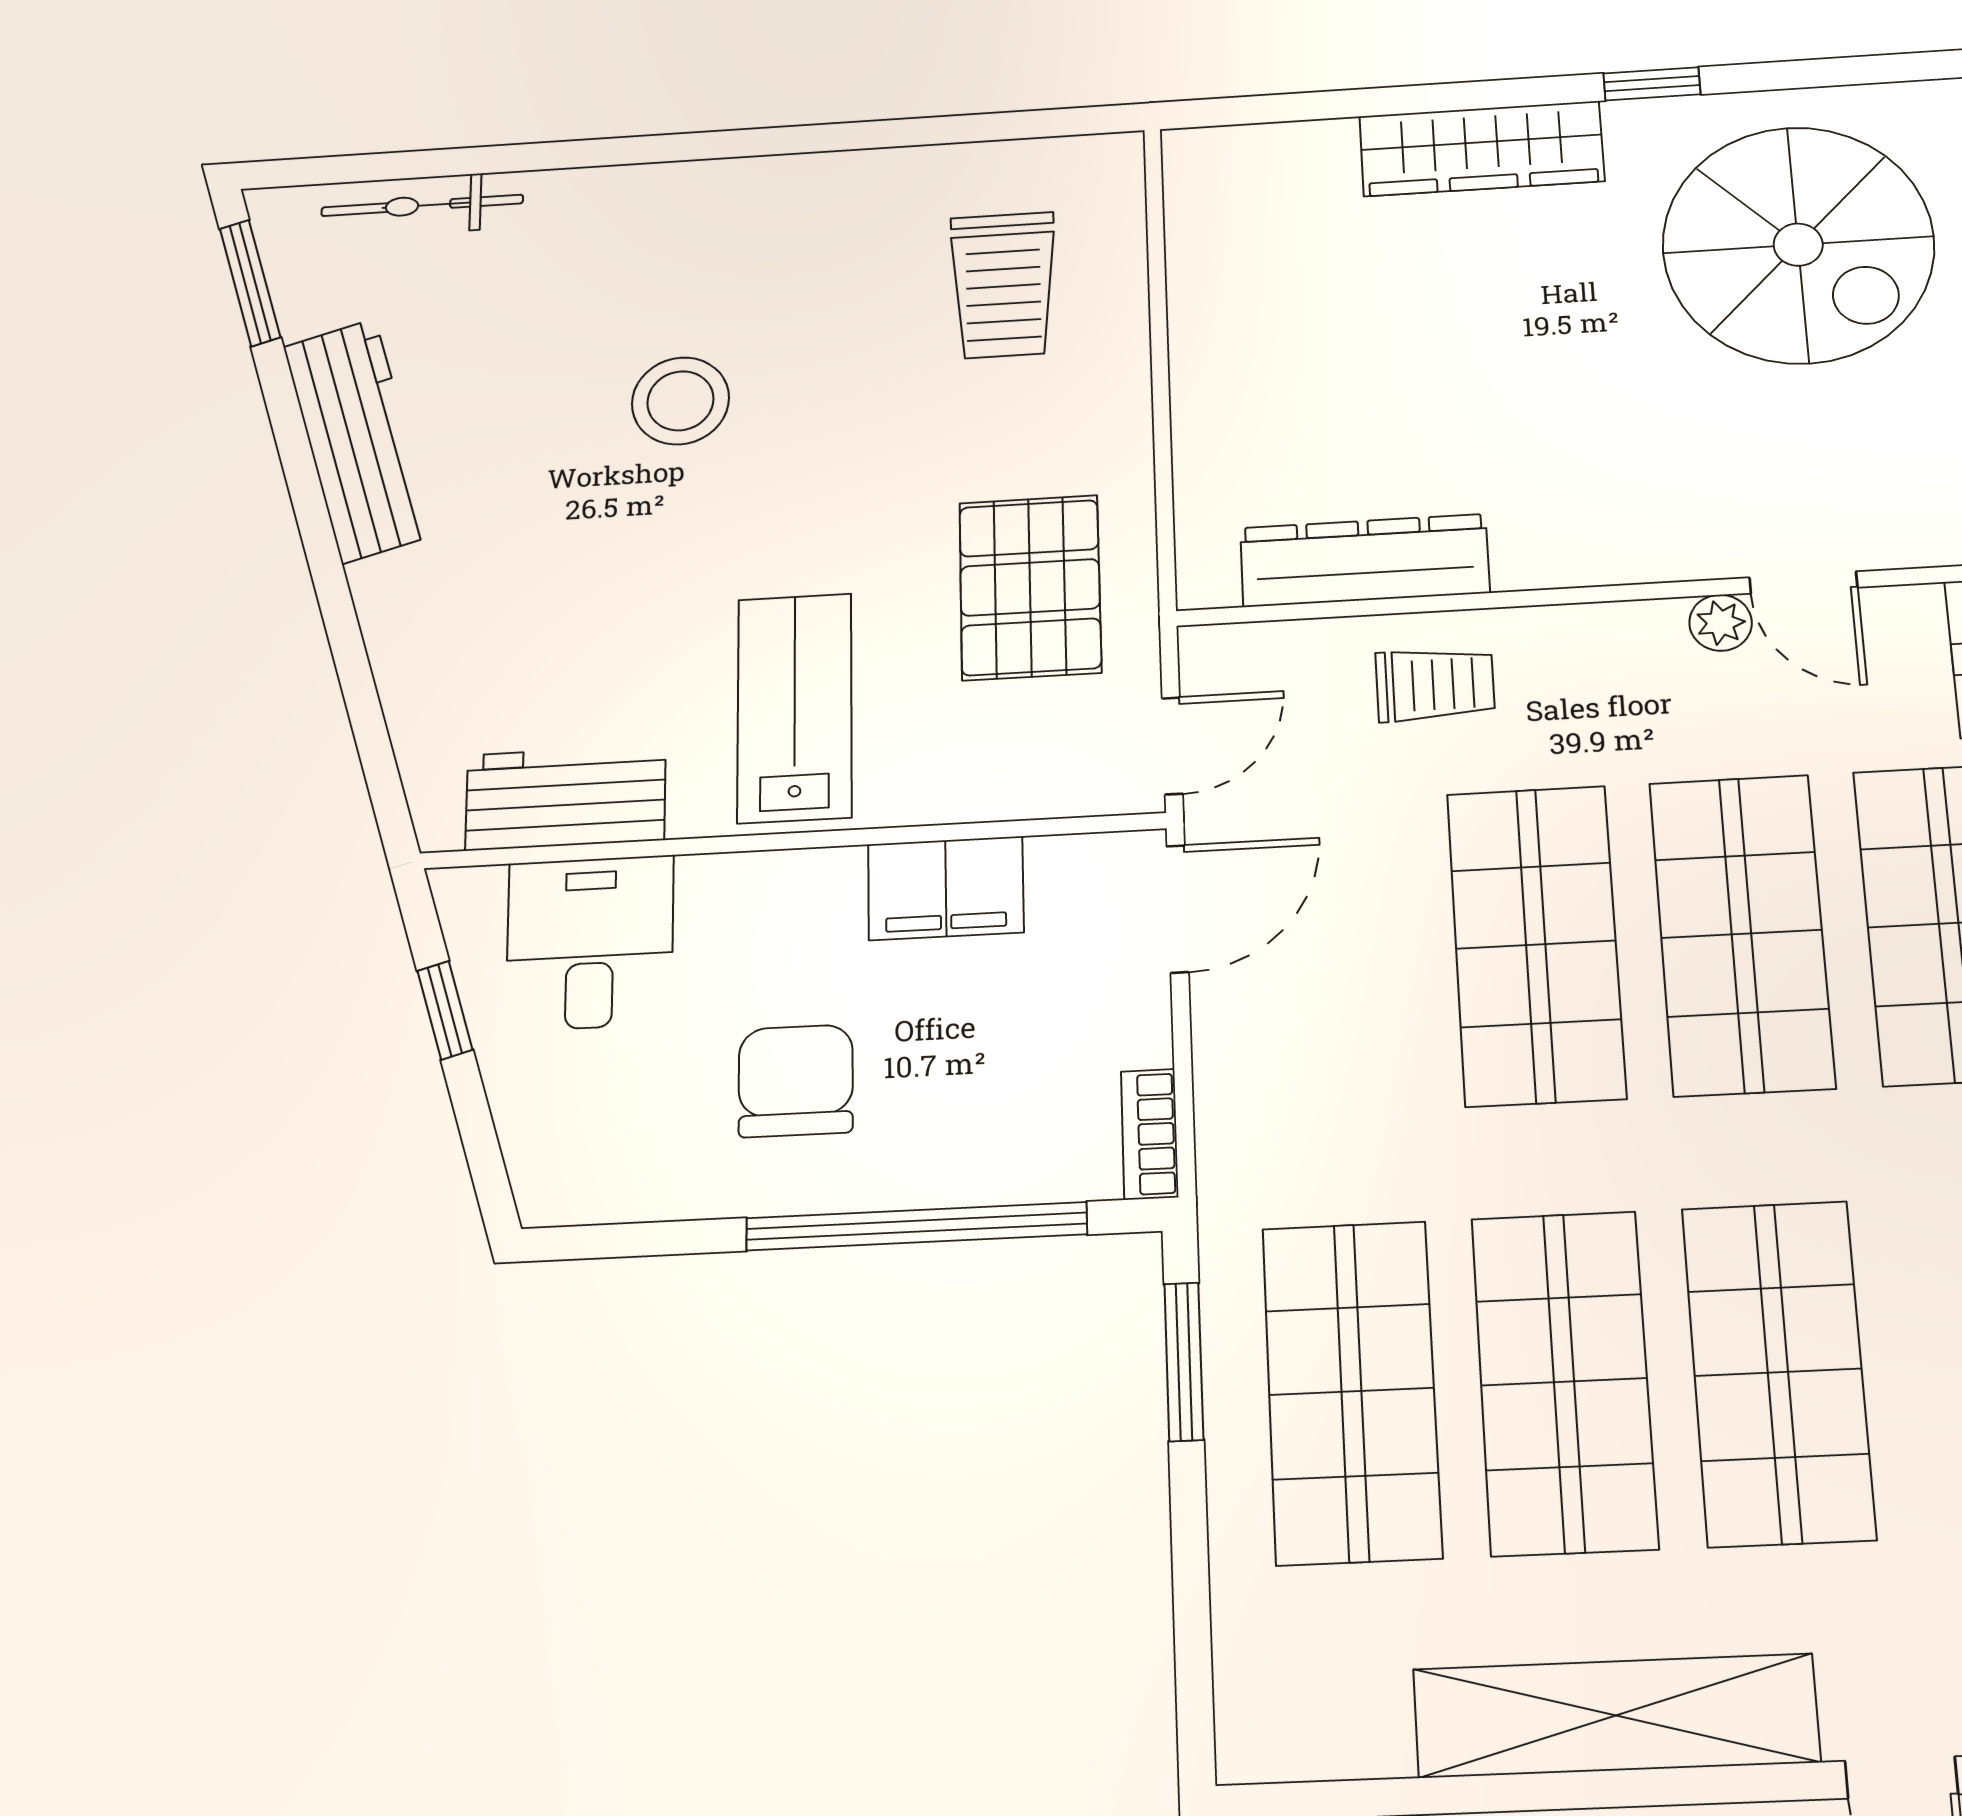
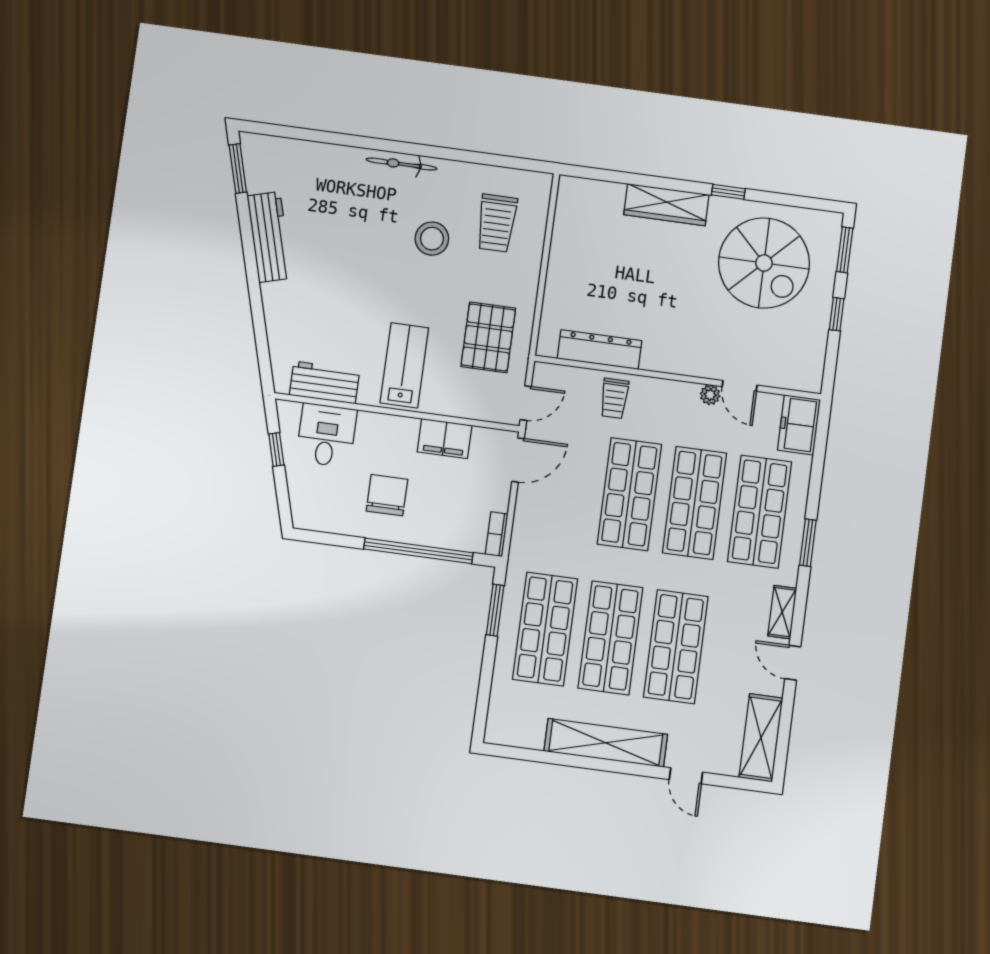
bicycle: (422, 205) -> (402, 164), moved
stool: (680, 401) -> (432, 239), moved
trolley: (1435, 685) -> (614, 398), turned 90

